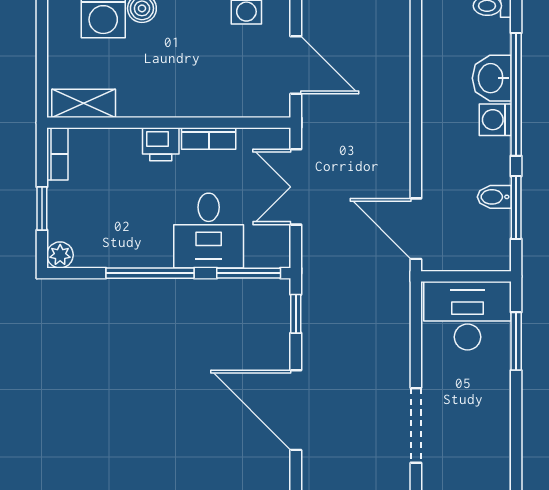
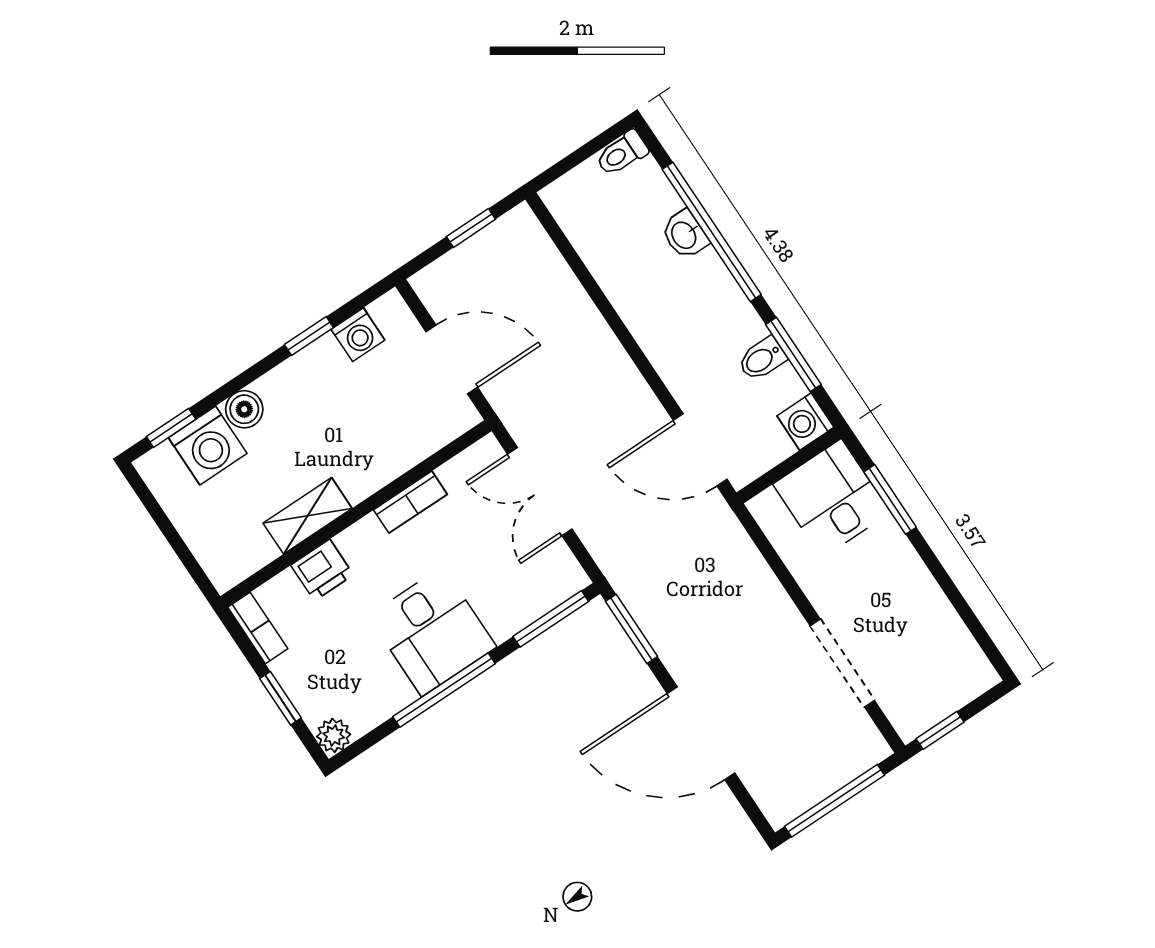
washbasin: (492, 78) -> (685, 235), width x0.72, depth x0.69
shelving: (84, 103) -> (308, 516), moved
washing machine: (495, 120) -> (805, 422), moved
printer: (161, 144) -> (322, 570), moved
desk: (209, 231) -> (432, 631), moved
window: (296, 314) -> (631, 629), width x1.50
desk: (467, 316) -> (832, 498), width x0.73

